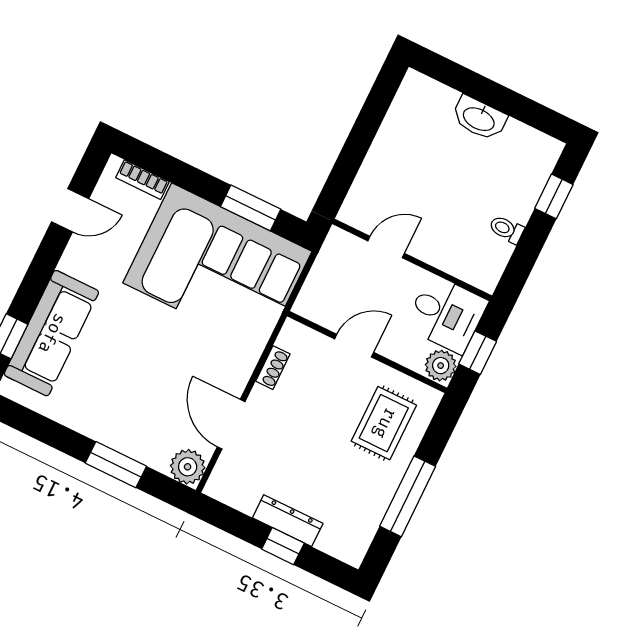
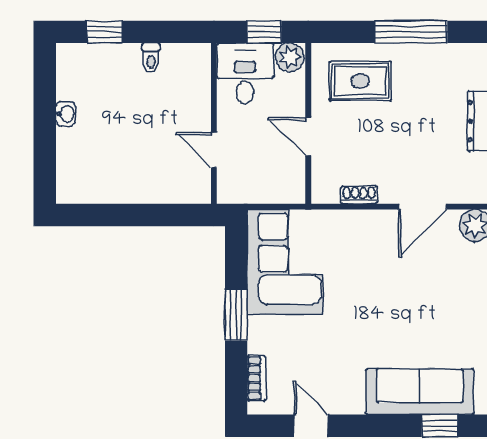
washbasin: (479, 118) -> (66, 114), width x0.52, depth x0.69
window: (251, 208) -> (236, 315), moved
corner sofa: (217, 267) -> (285, 262), width x0.73, depth x0.74

